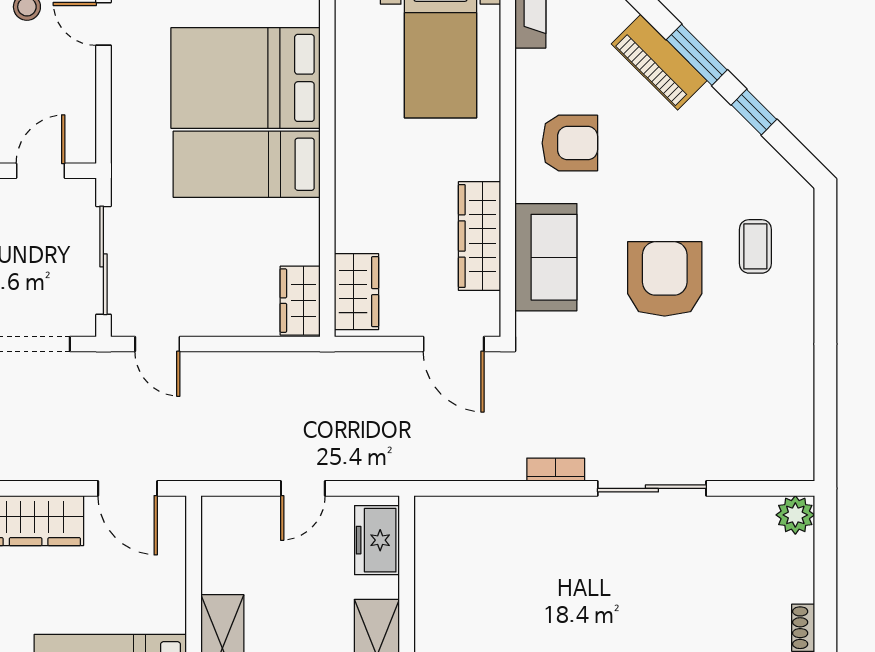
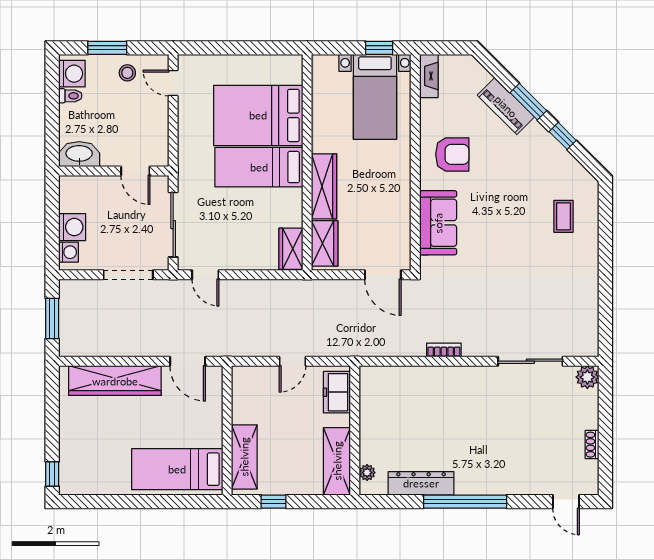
door: (40, 171) -> (135, 171), swing flipped
wardrobe: (480, 236) -> (324, 186), moved, turned 180
armchair: (665, 279) -> (509, 236), removed
sliding door: (652, 488) -> (530, 361), moved

